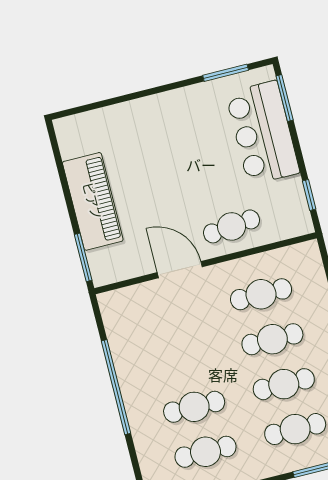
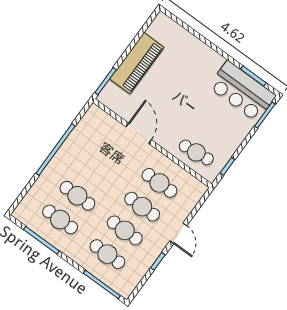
bar counter: (263, 133) -> (242, 91), moved, turned -90
cafe table: (232, 226) -> (196, 152), moved

